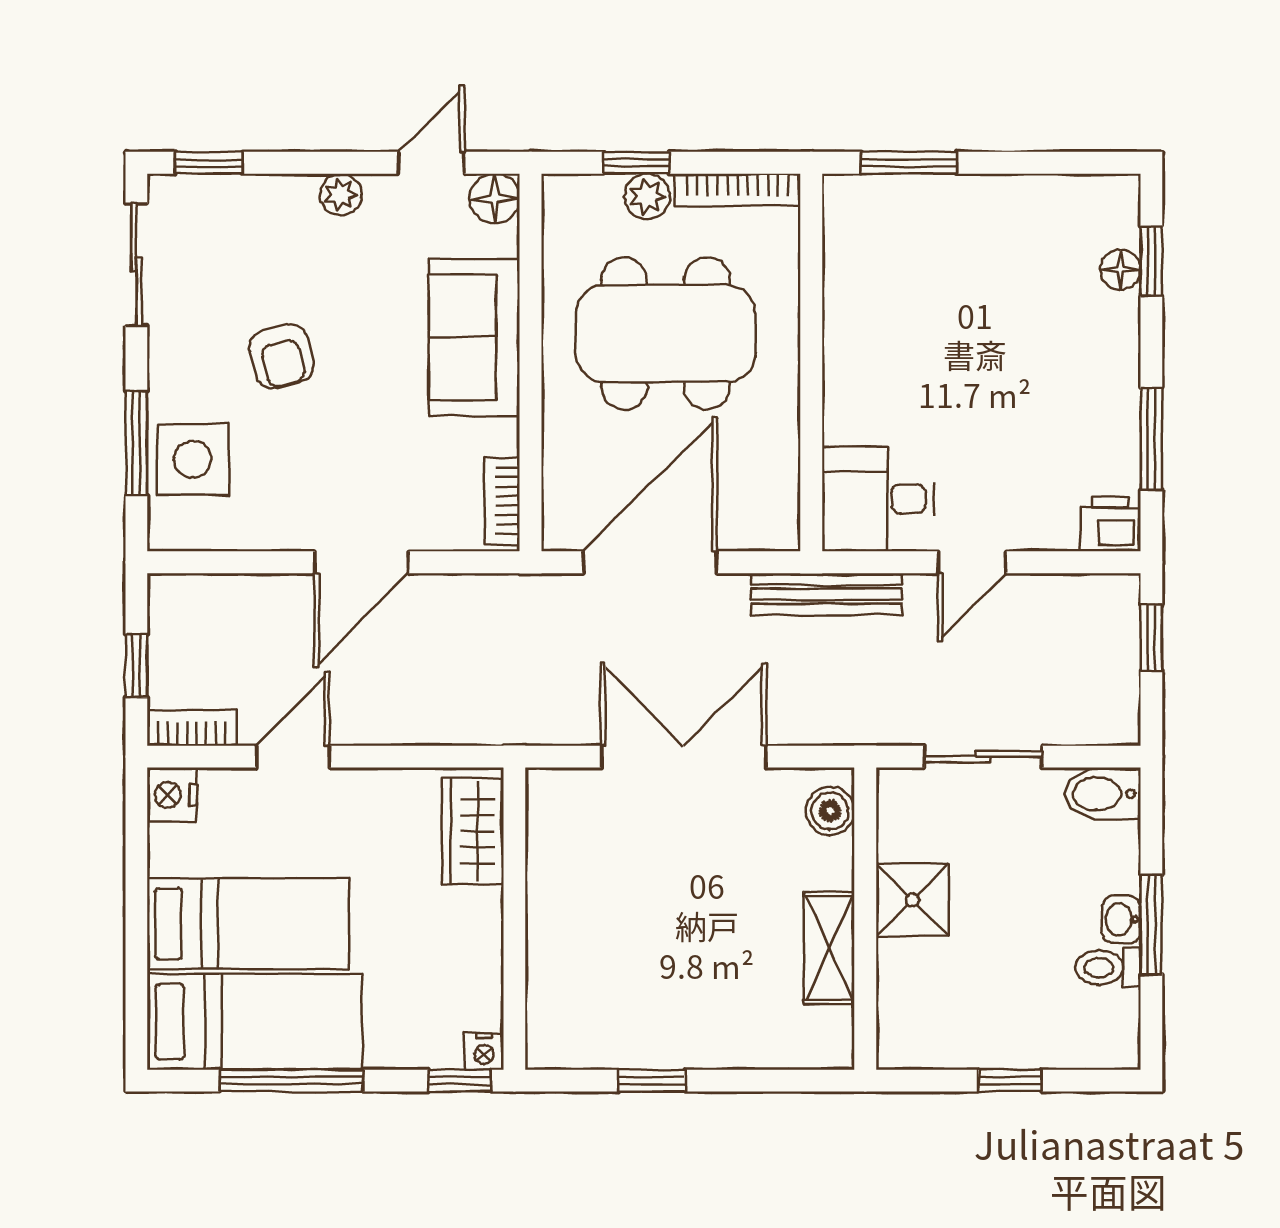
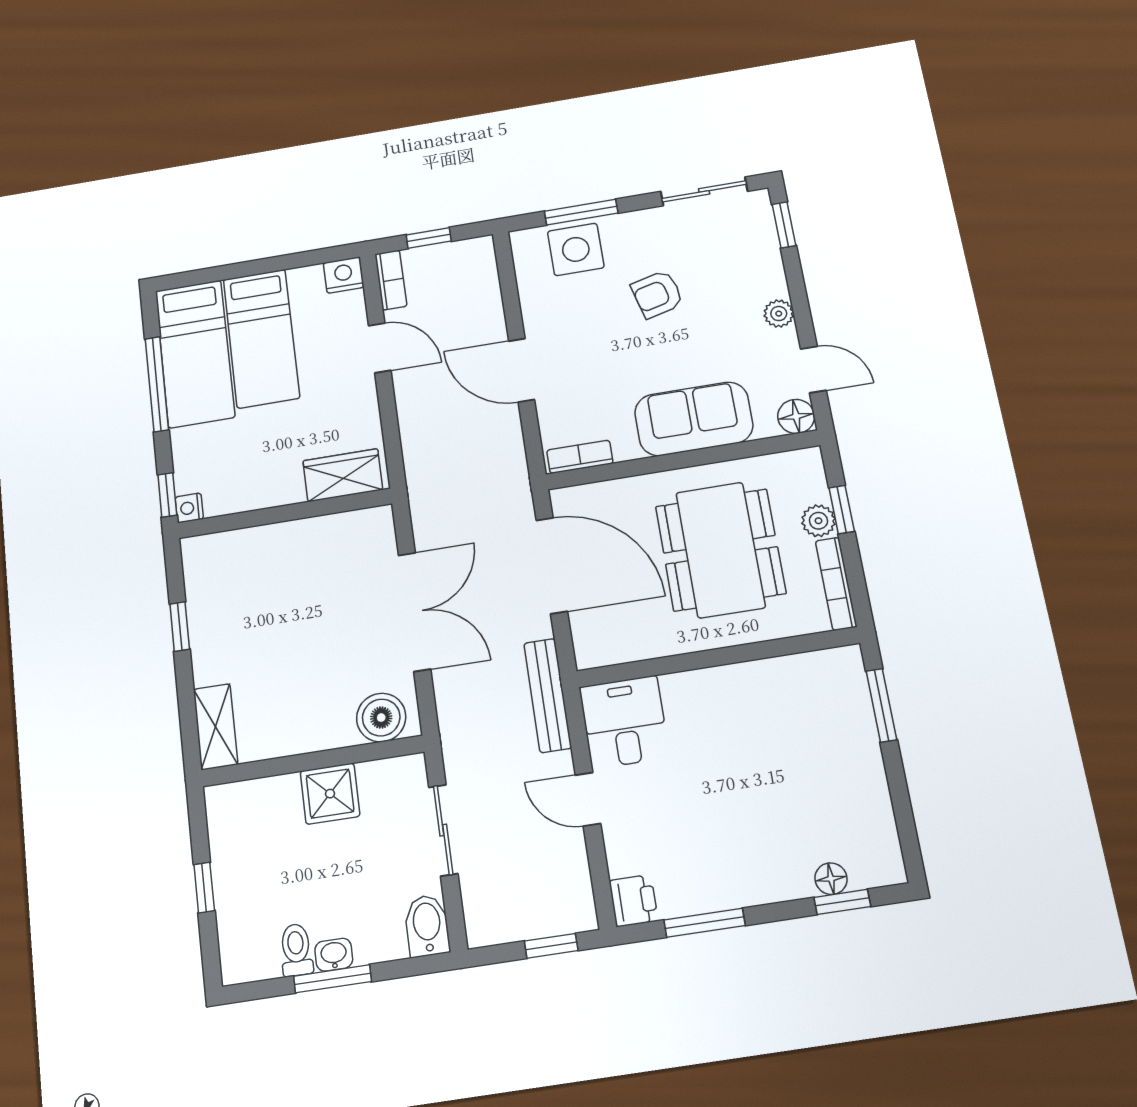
boiler: (830, 811) -> (381, 718), width x1.36, depth x1.36
shelving: (829, 948) -> (216, 727), moved, turned 90

